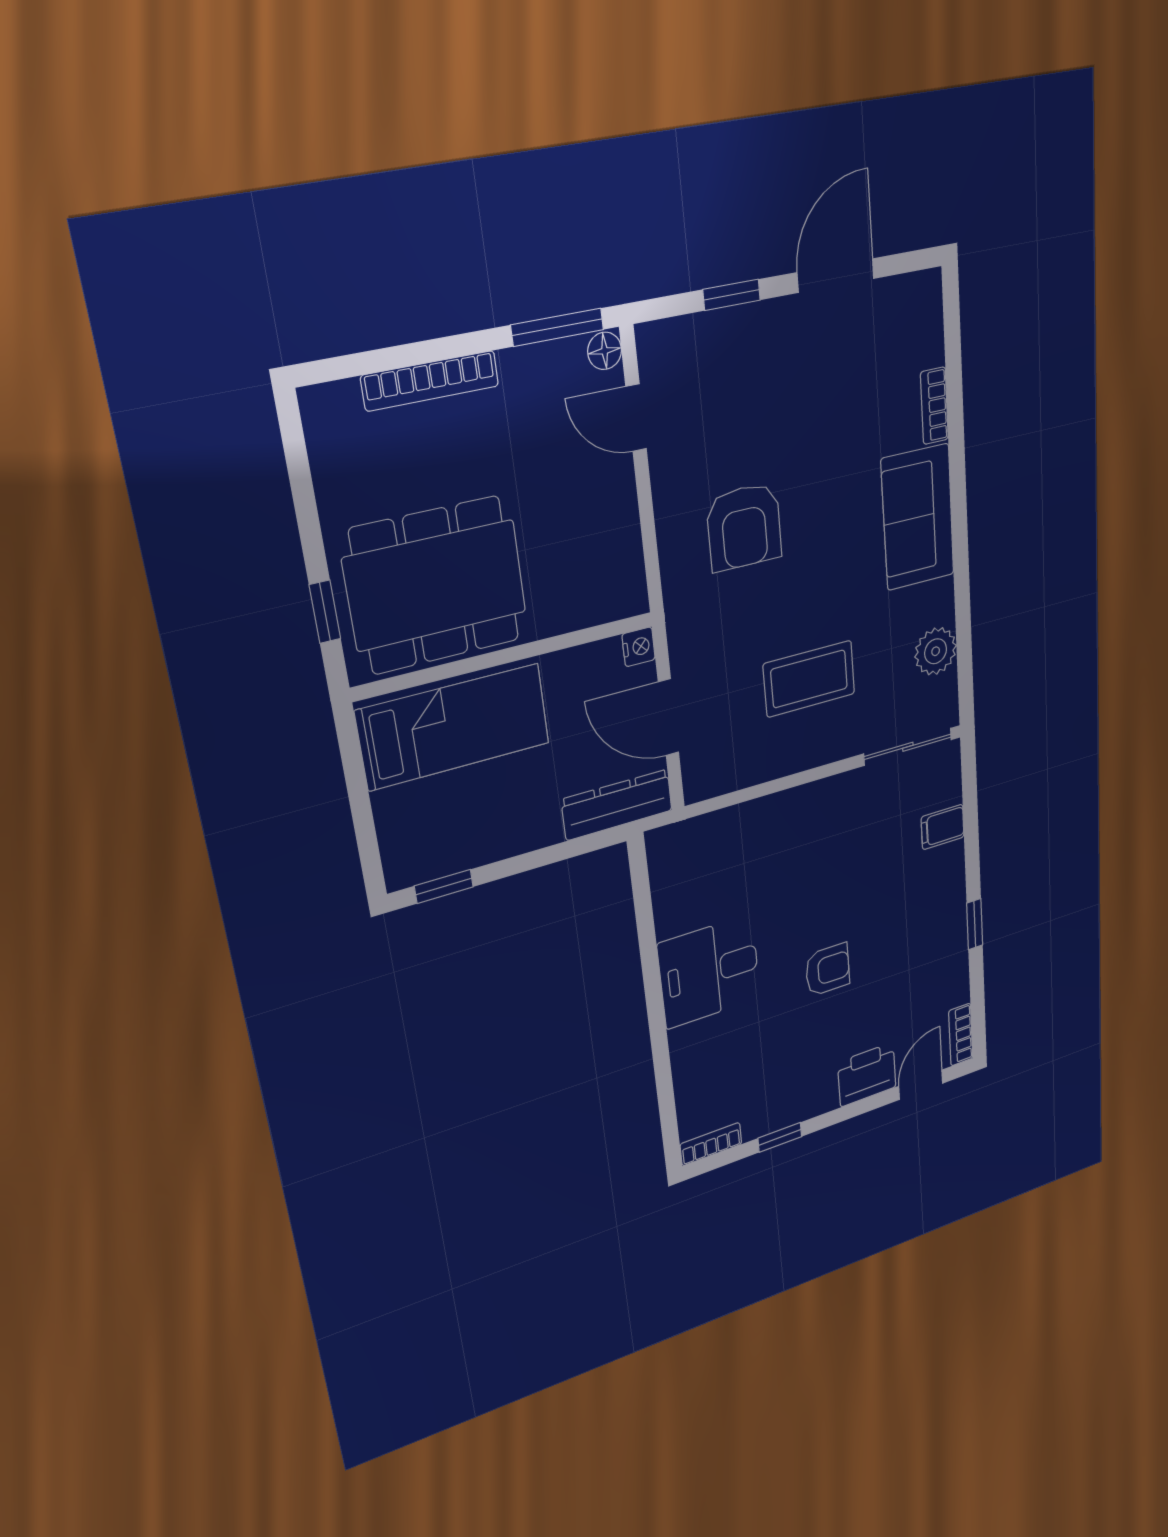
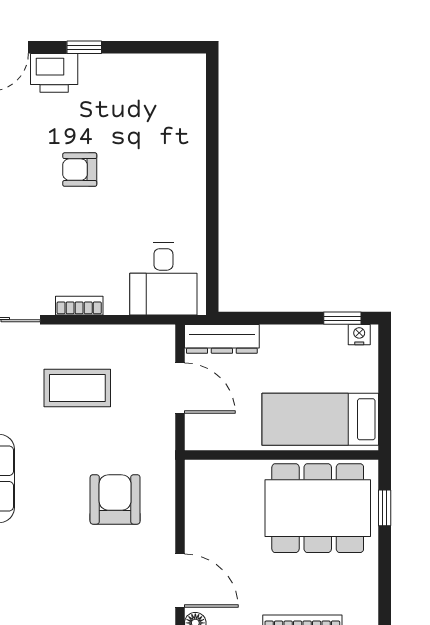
door: (636, 418) -> (180, 581), width x1.38
nightstand: (639, 647) -> (359, 335), moved, turned 90
desk: (709, 971) -> (163, 279), moved, turned 90
window: (780, 1137) -> (84, 47), moved
bookcase: (711, 1144) -> (79, 306), moved, turned 180

